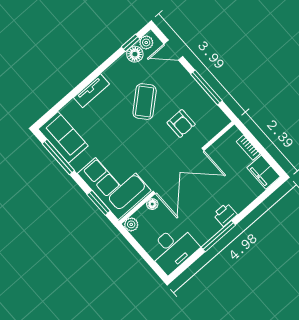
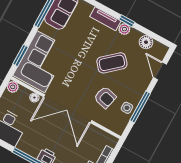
plant: (146, 42) -> (124, 29), moved
window: (130, 43) -> (127, 21), moved
side table: (202, 103) -> (127, 108), added
armchair: (181, 123) -> (105, 97), turned -76

